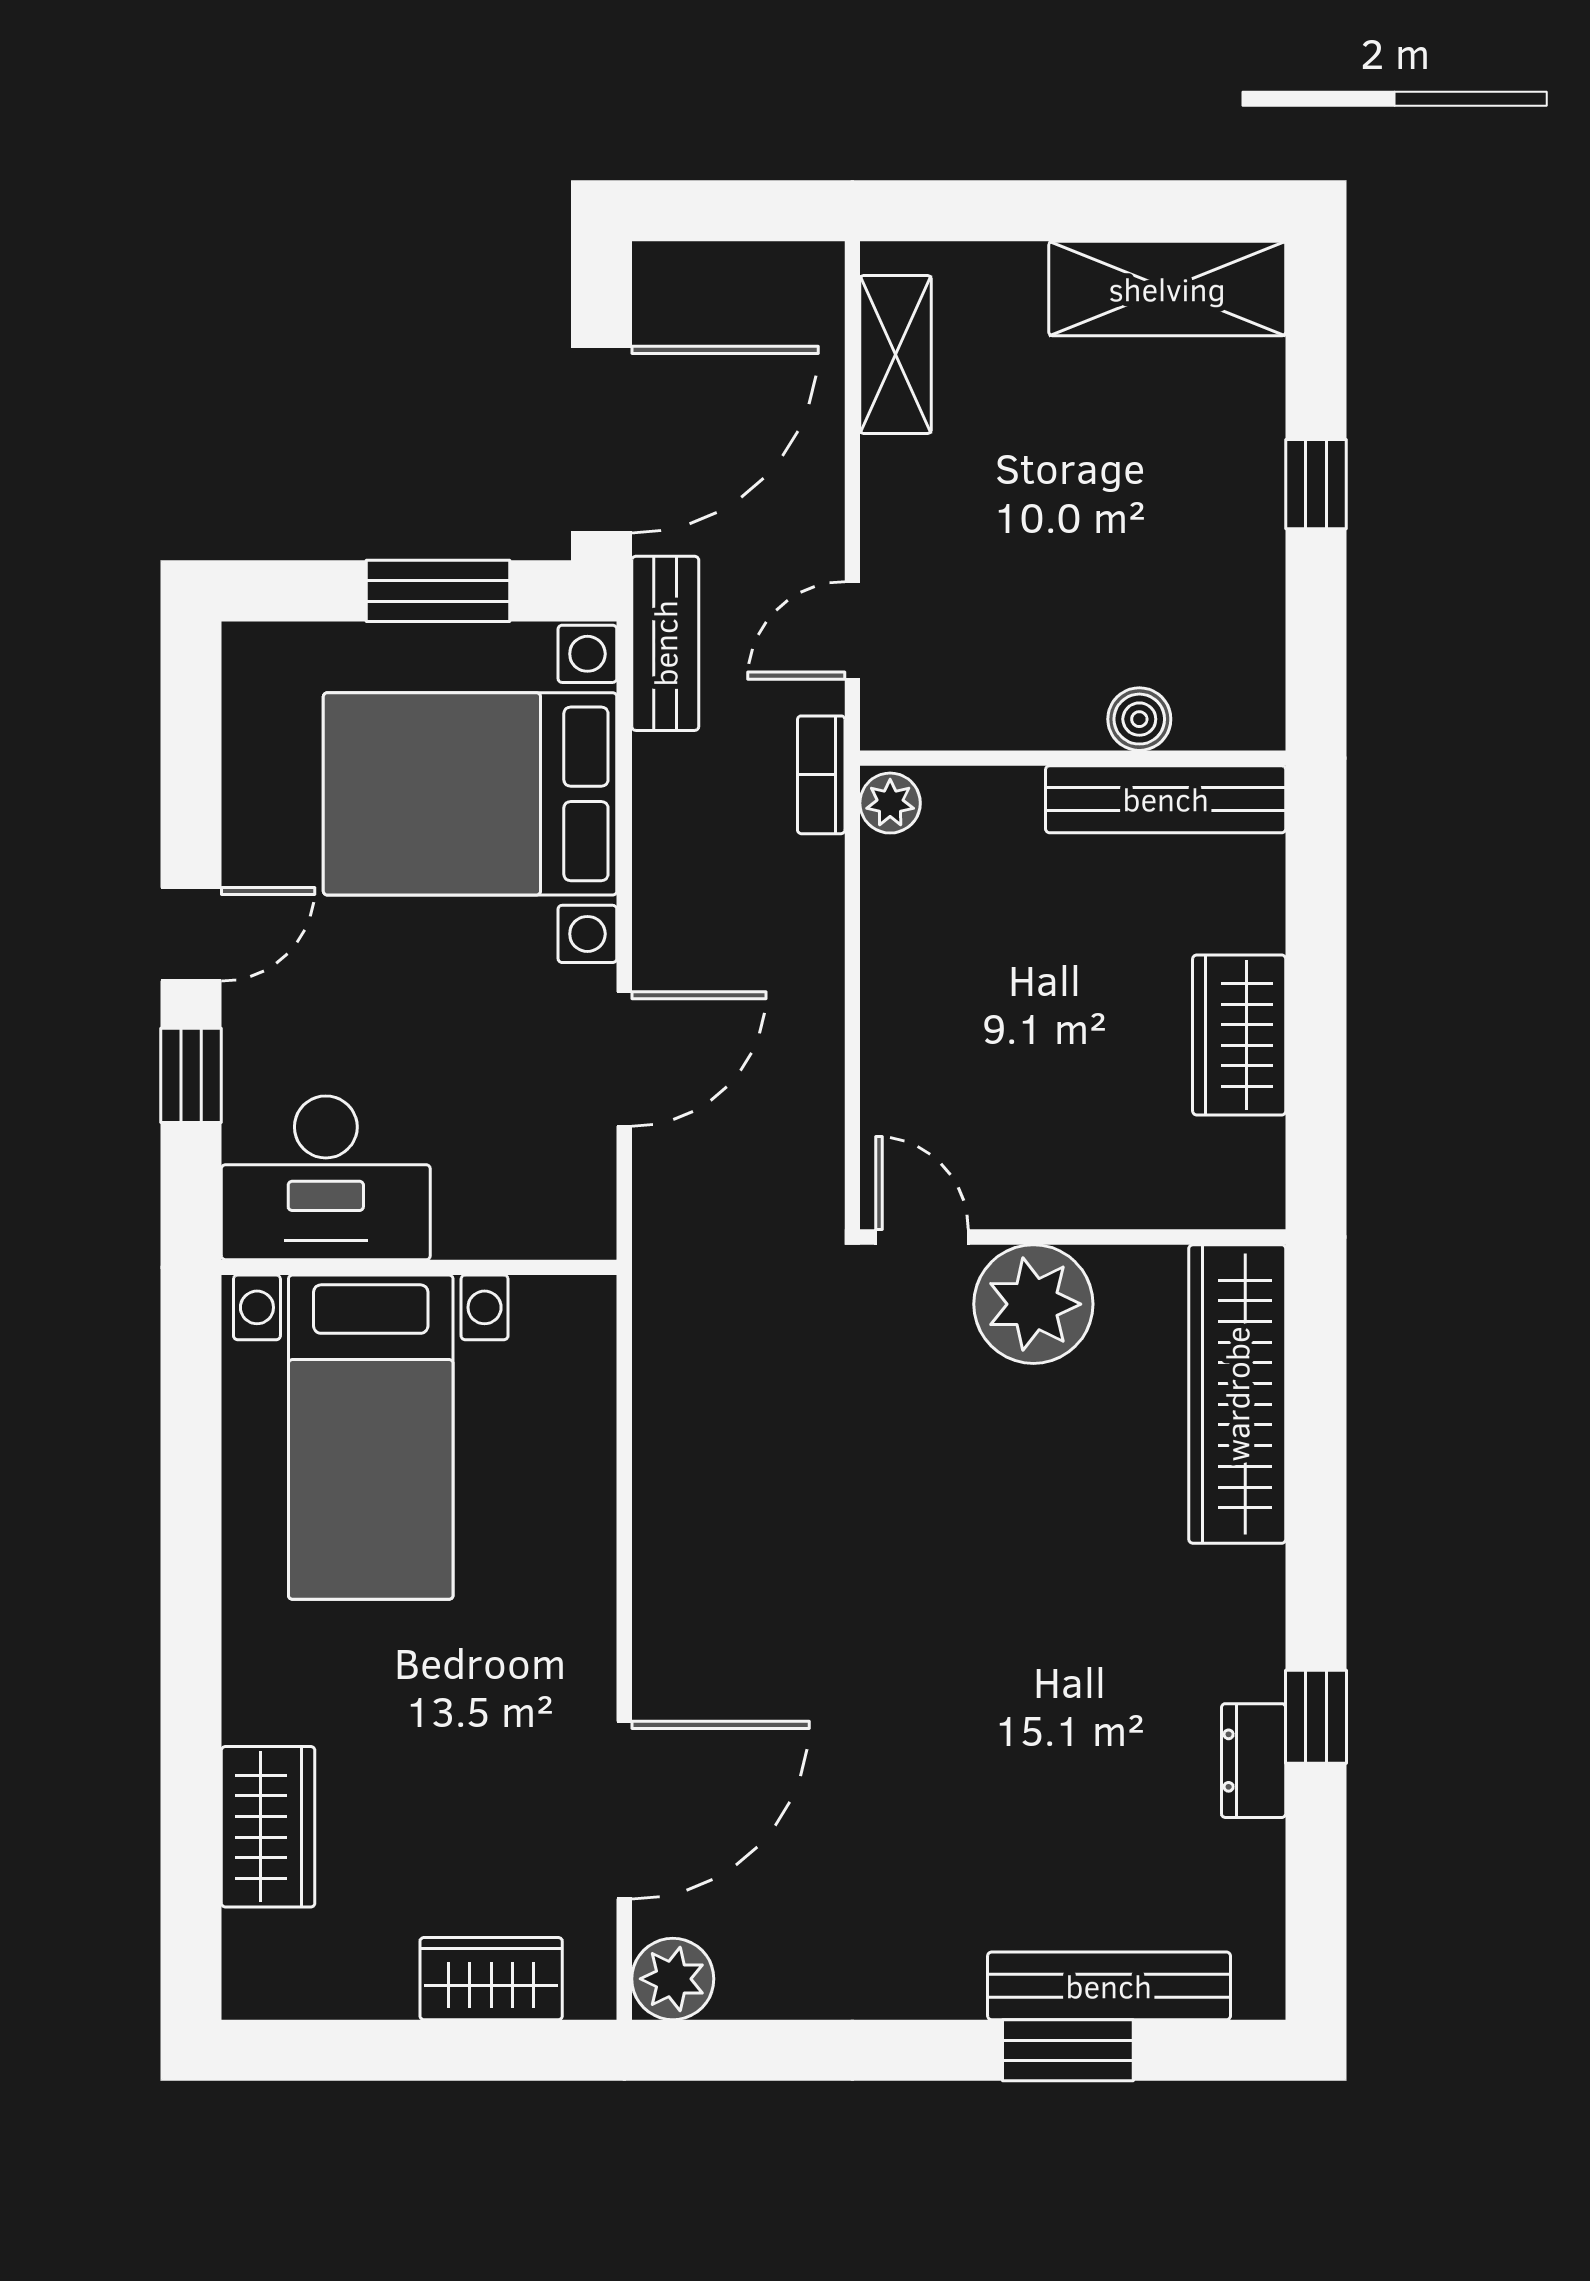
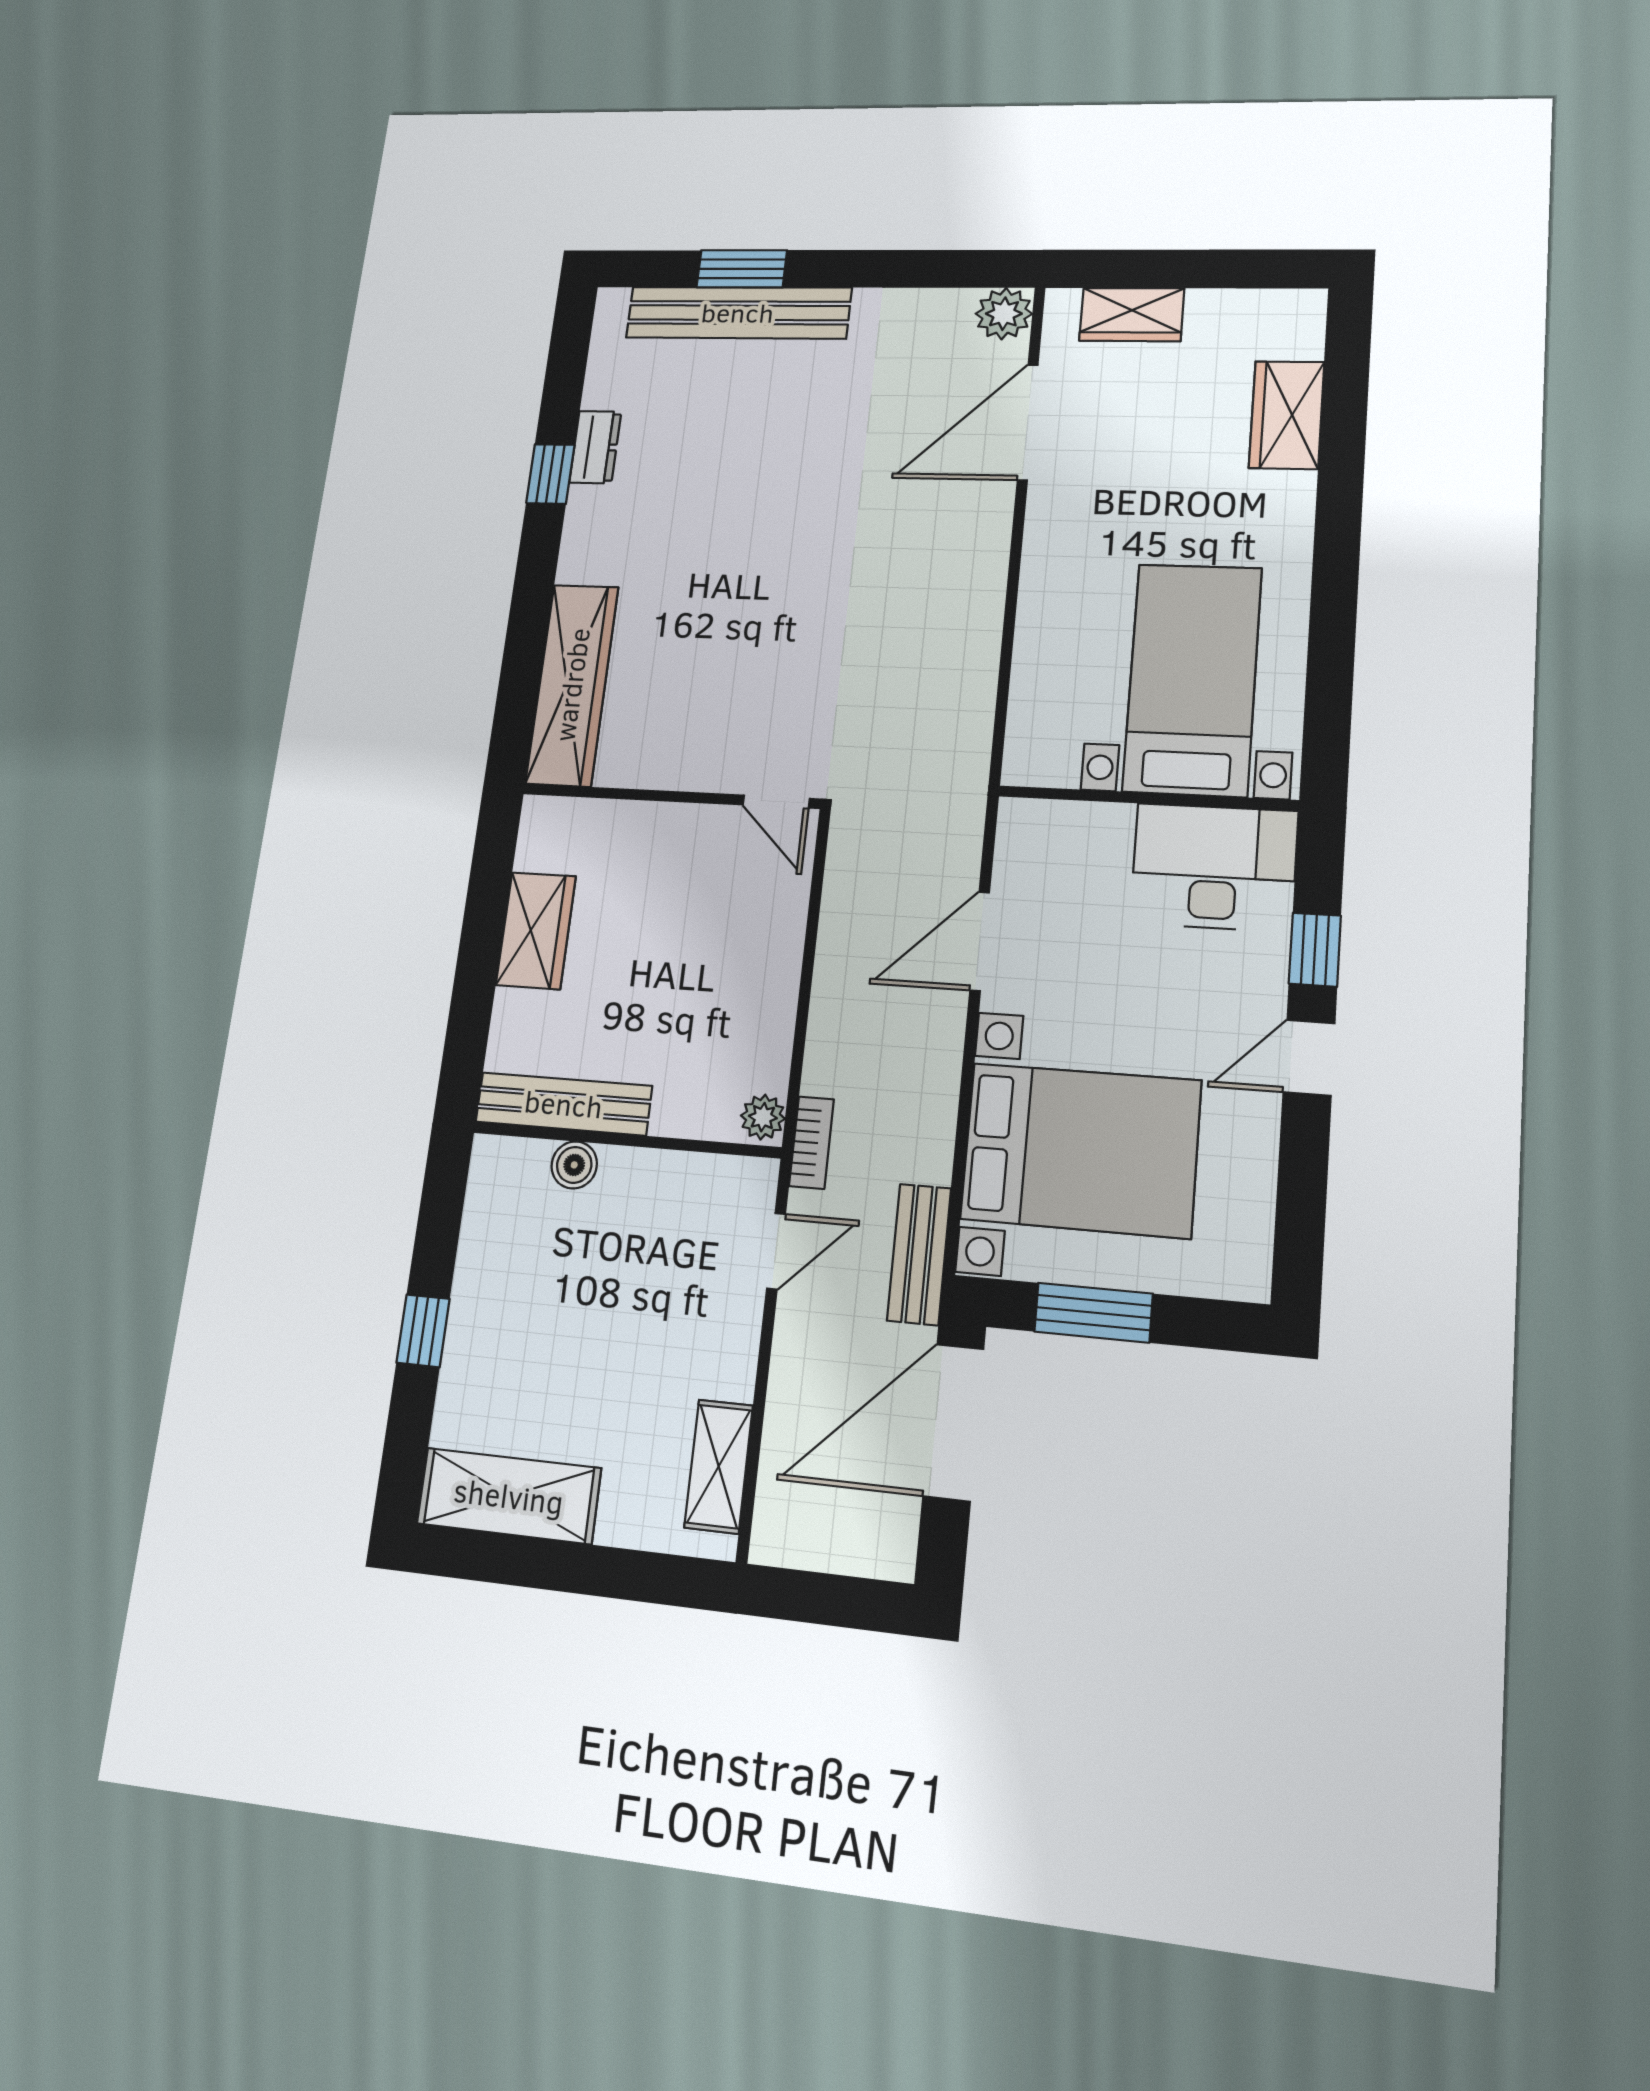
plant: (1033, 1304) -> (704, 751), removed
bench: (1109, 1986) -> (738, 313), width x1.37, depth x1.21

